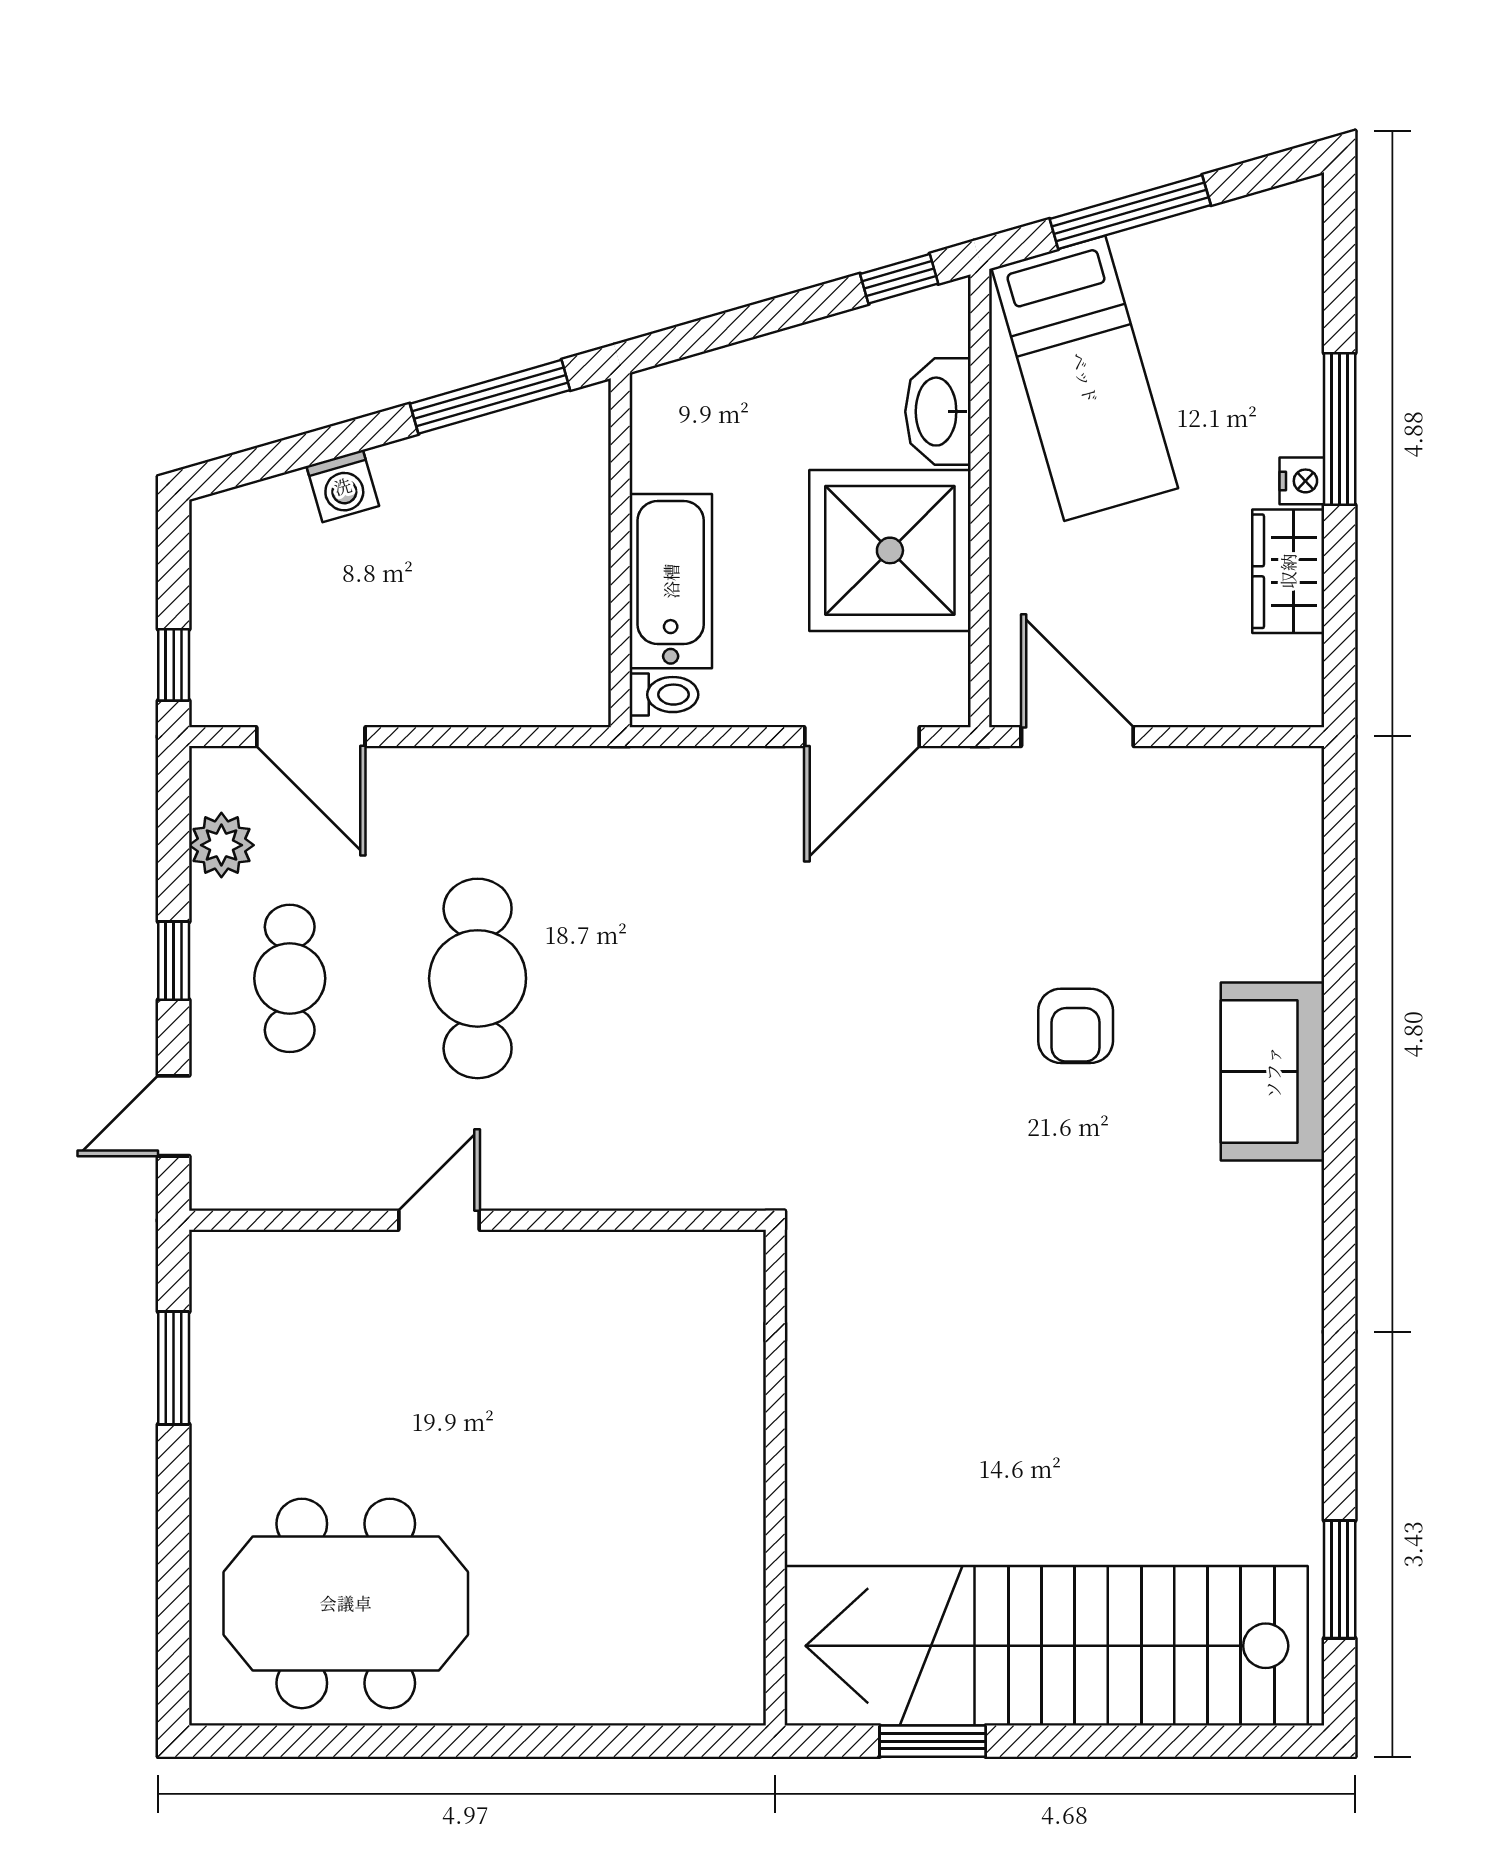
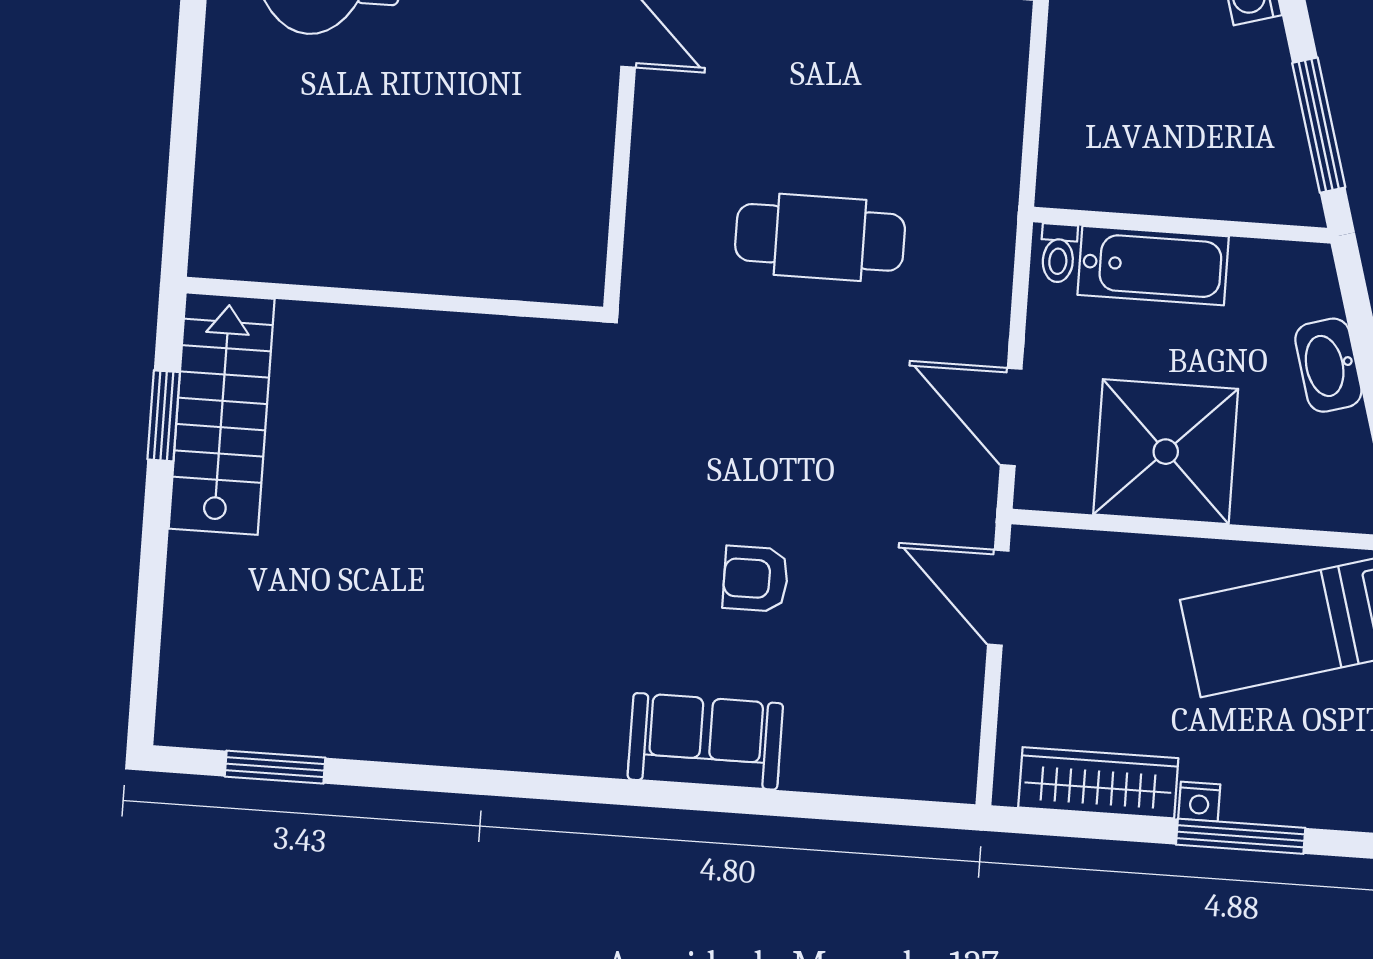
washbasin: (938, 412) -> (1328, 365), moved, turned -106
wardrobe: (1288, 571) -> (1098, 783), width x1.50
door: (1077, 737) -> (998, 598), swing flipped
cafe table: (478, 978) -> (820, 237), moved
stairs: (1046, 1646) -> (222, 414), width x0.54, depth x0.66

